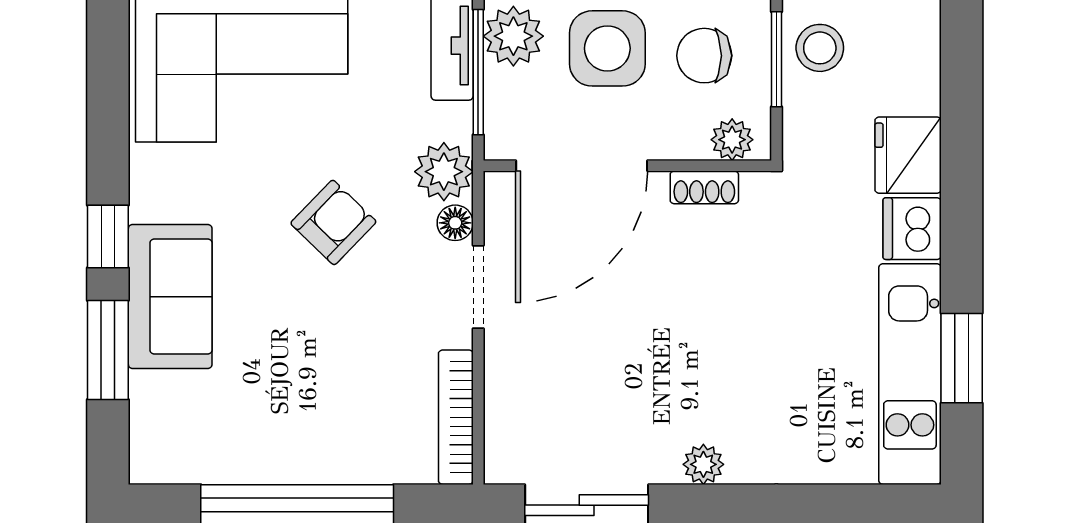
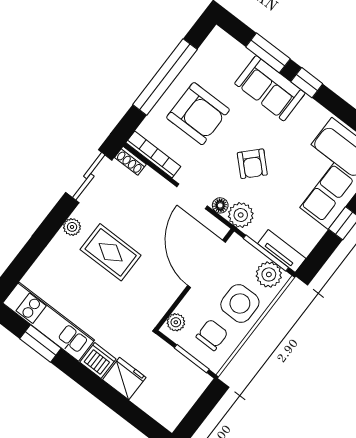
stool: (820, 48) -> (184, 376), removed
shoe rack: (704, 187) -> (130, 161), moved, turned -90
rug: (696, 358) -> (111, 252), added
armchair: (318, 393) -> (198, 114), added

